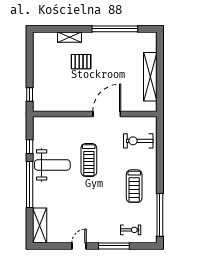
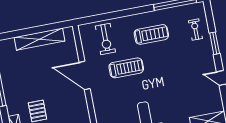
treadmill: (89, 160) -> (126, 68), moved
window: (114, 246) -> (215, 43), width x0.69

